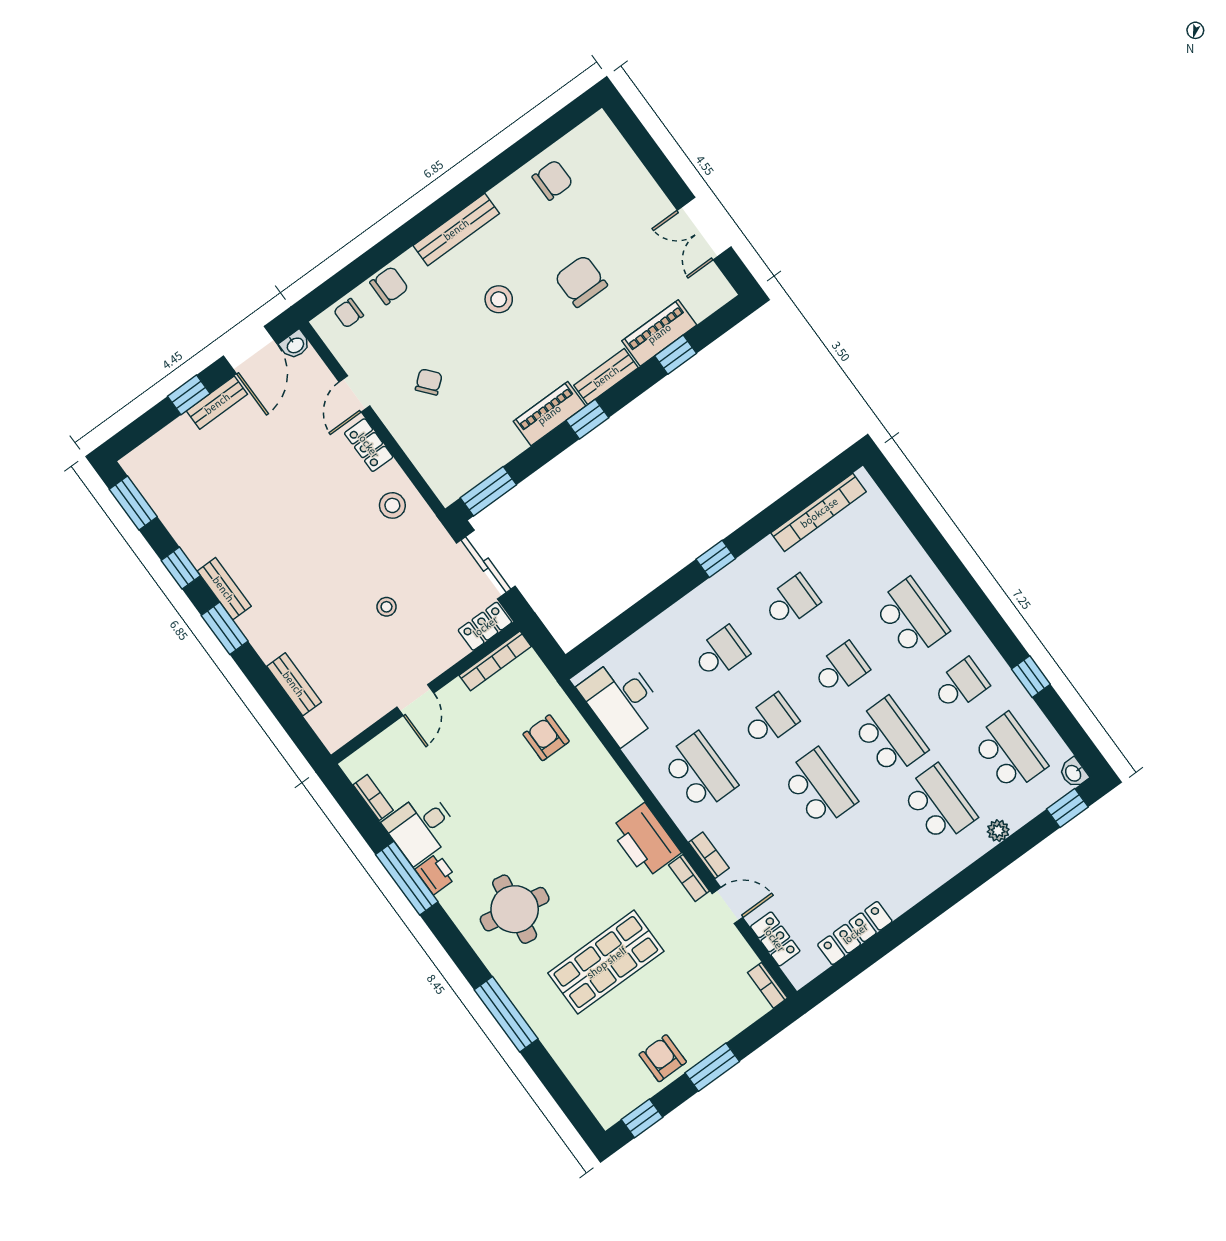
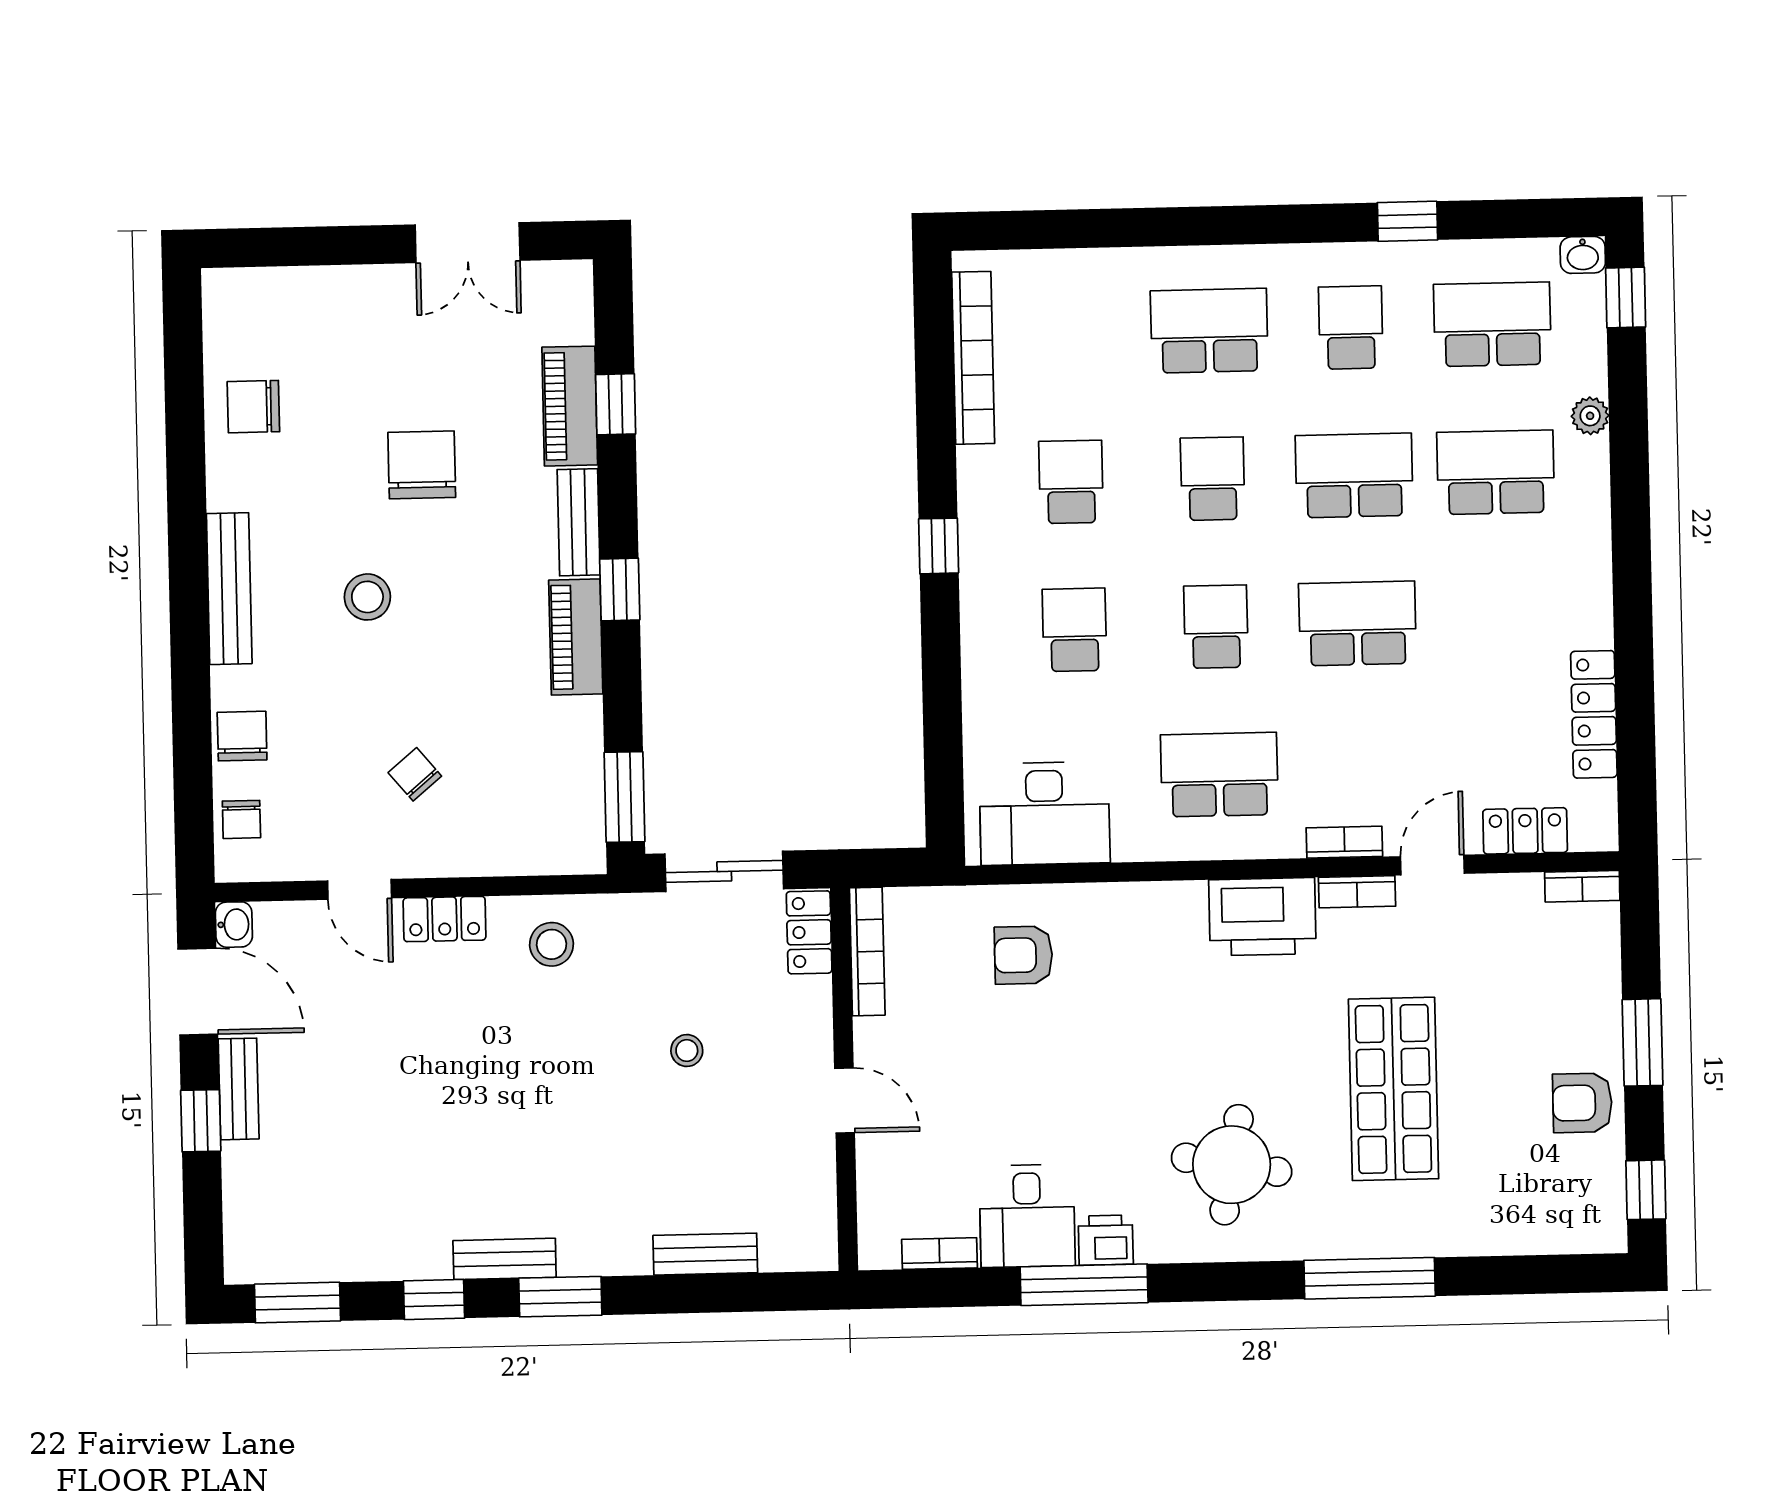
chair: (553, 180) -> (253, 407), turned -90
chair: (581, 281) -> (422, 465), turned 90

